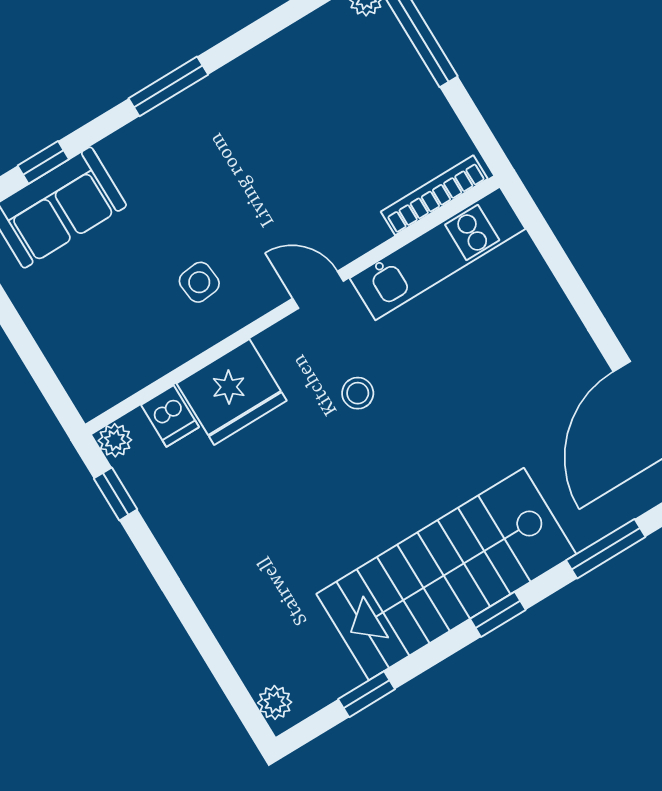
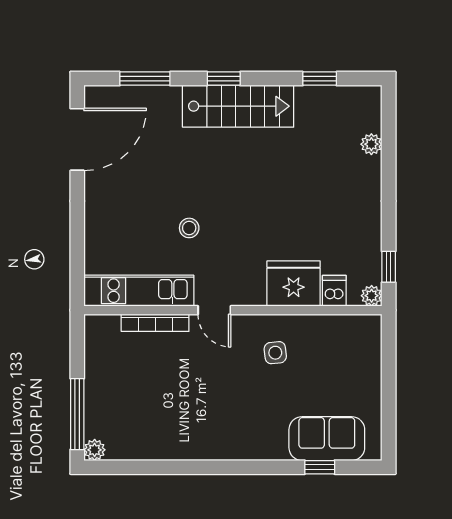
window: (168, 86) -> (228, 467), removed
bookcase: (434, 195) -> (155, 323), moved
stool: (358, 393) -> (189, 228), moved
stairs: (446, 574) -> (238, 106), width x0.73, depth x0.66
plant: (275, 702) -> (371, 144), moved

